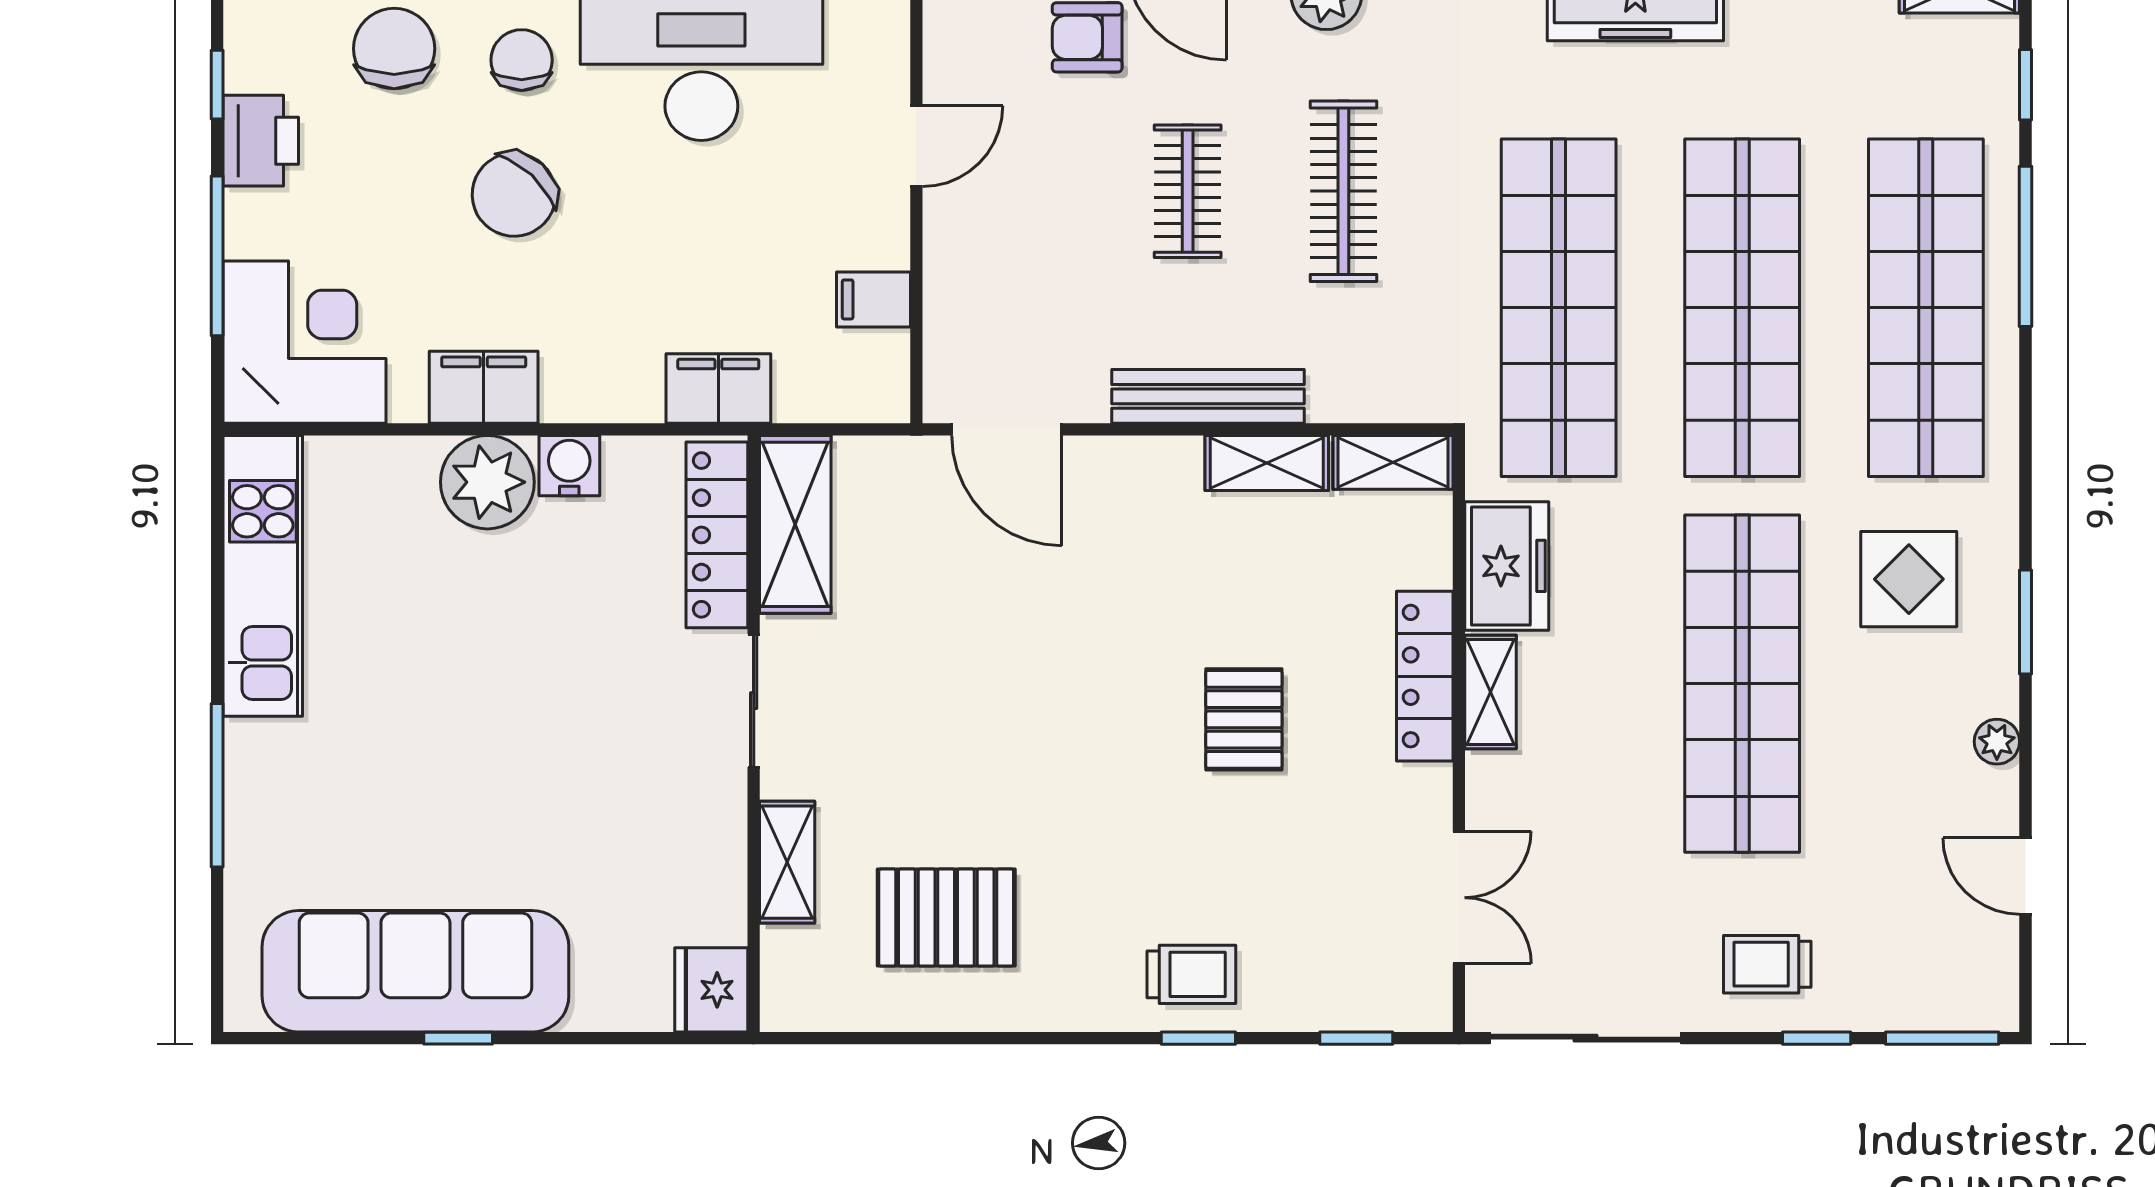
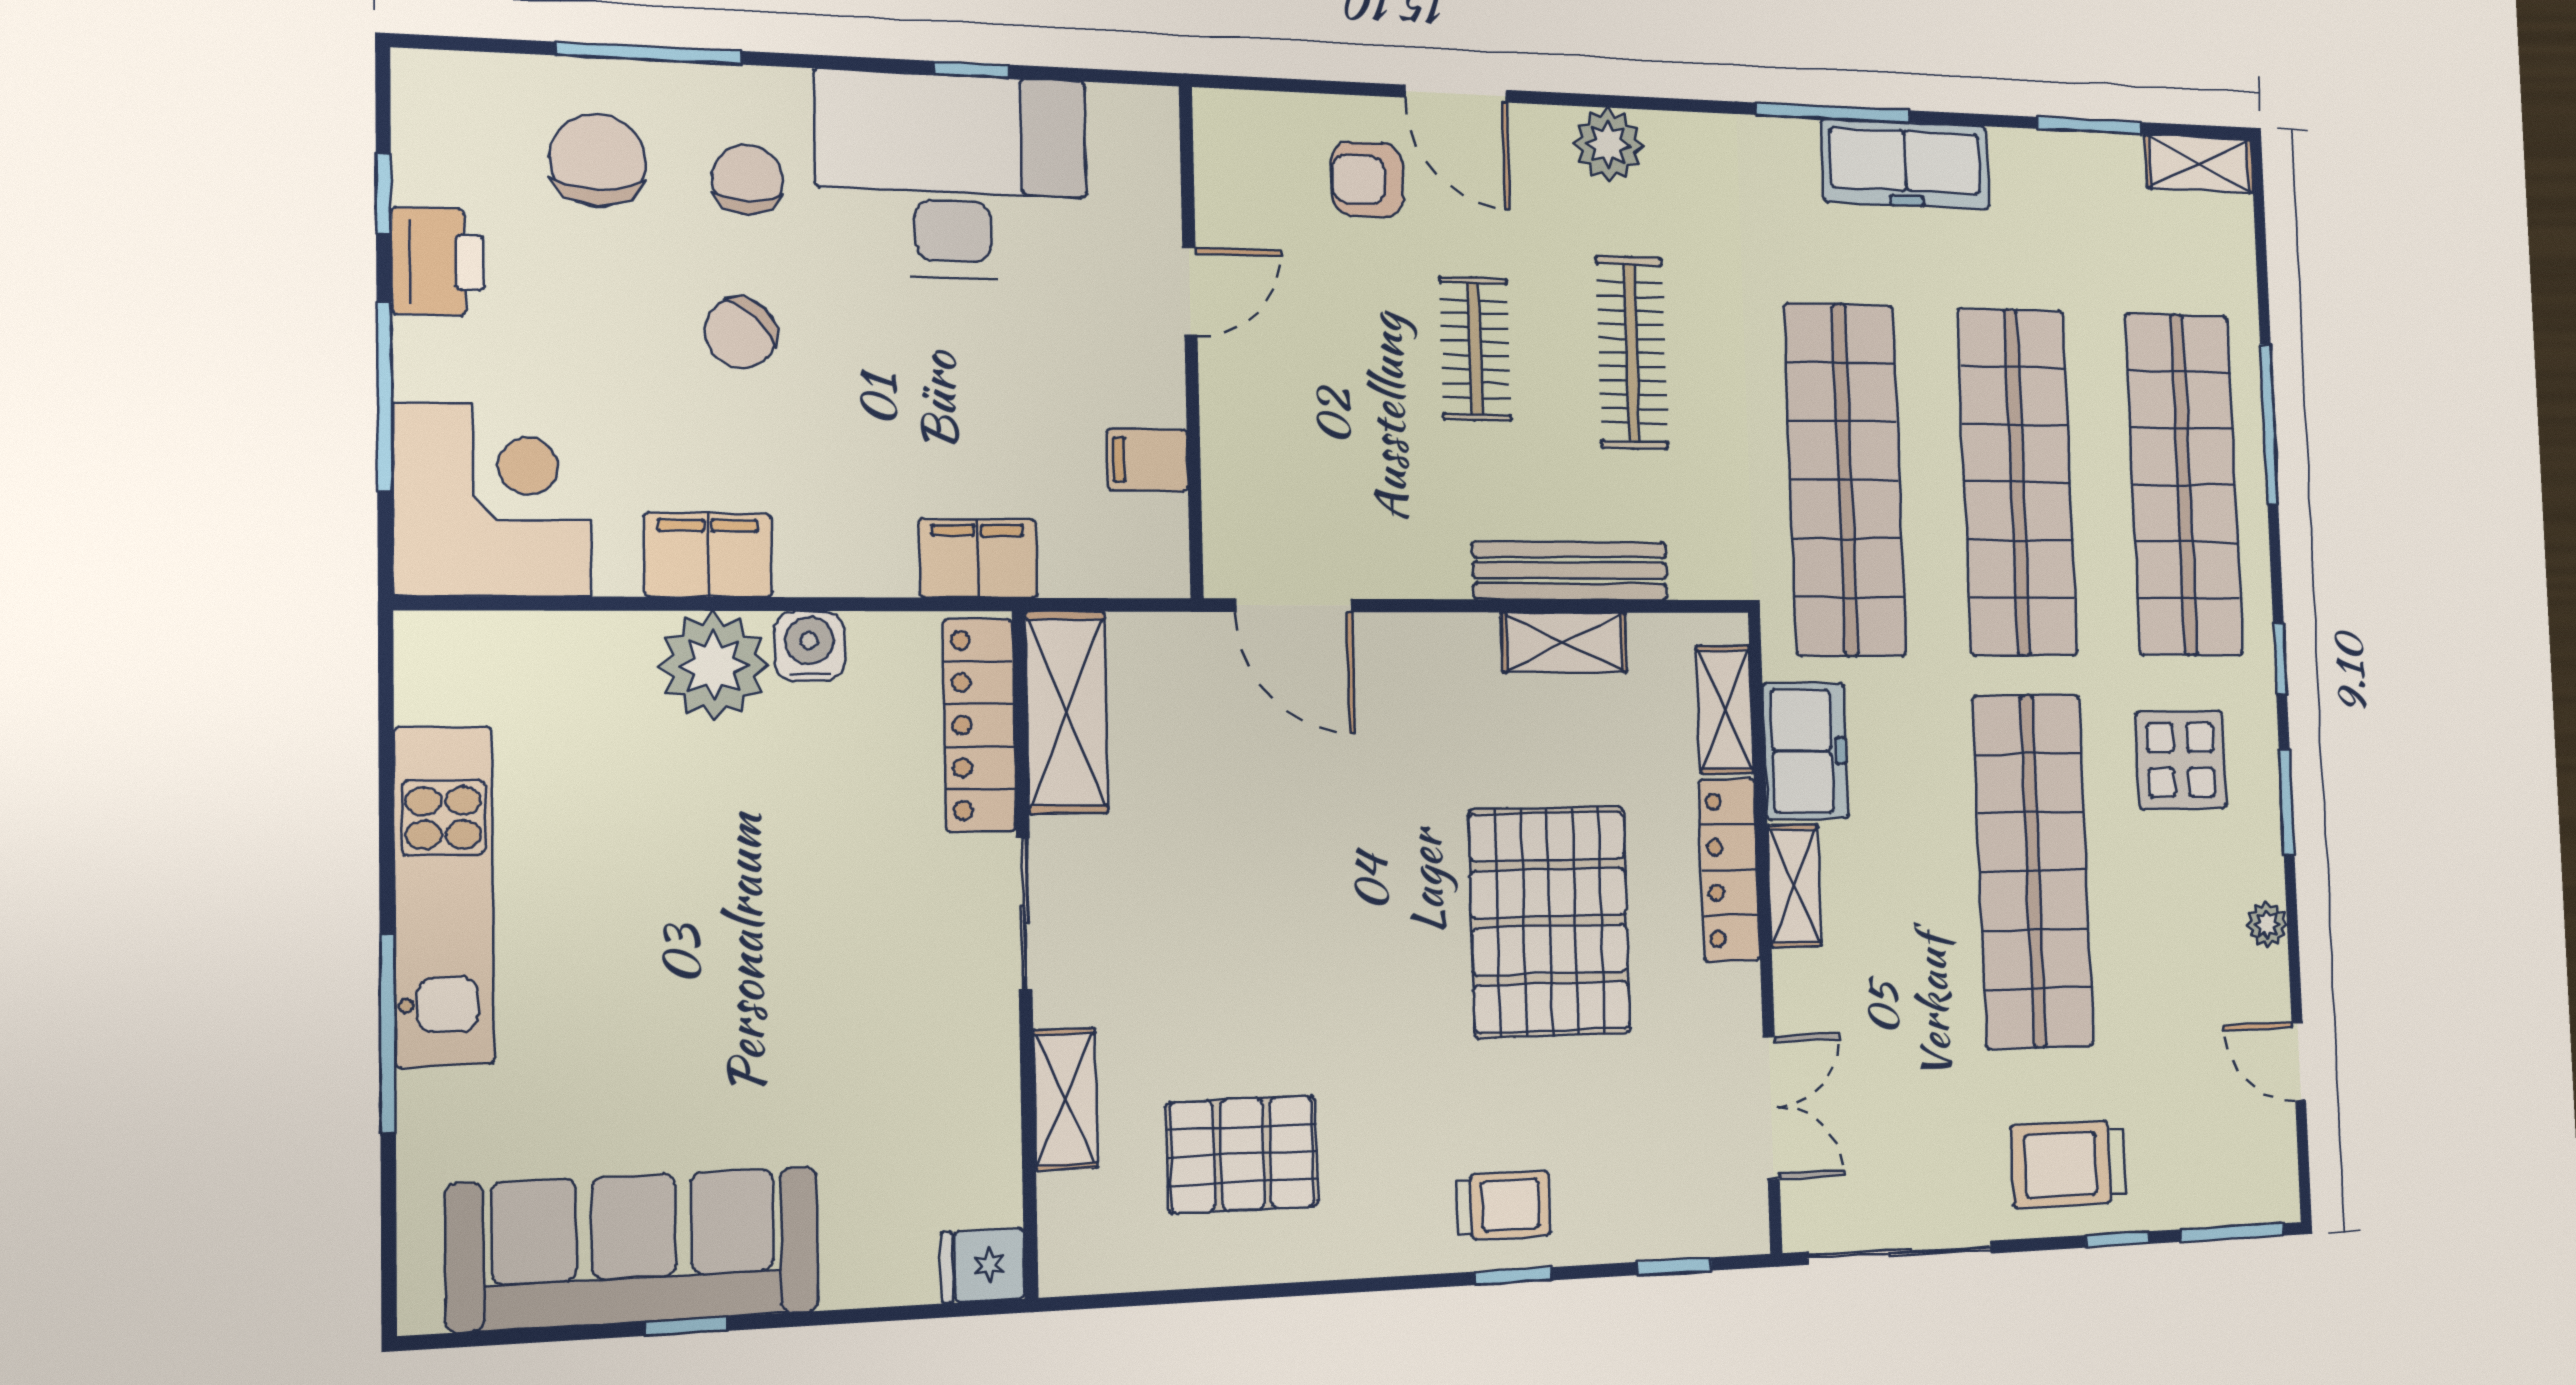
window: (2025, 85) -> (2280, 659), moved
chair: (514, 195) -> (741, 333), width x0.73, depth x0.73
bench: (1208, 396) -> (1570, 570), moved
shelving: (1393, 462) -> (1725, 710), moved, turned 90
kitchen unit: (263, 576) -> (444, 896), moved
pallet: (1244, 719) -> (1550, 921), width x2.05, depth x2.00
trolley: (1767, 964) -> (2069, 1164), width x1.36, depth x1.39
fridge: (711, 990) -> (983, 1265), width x0.72

